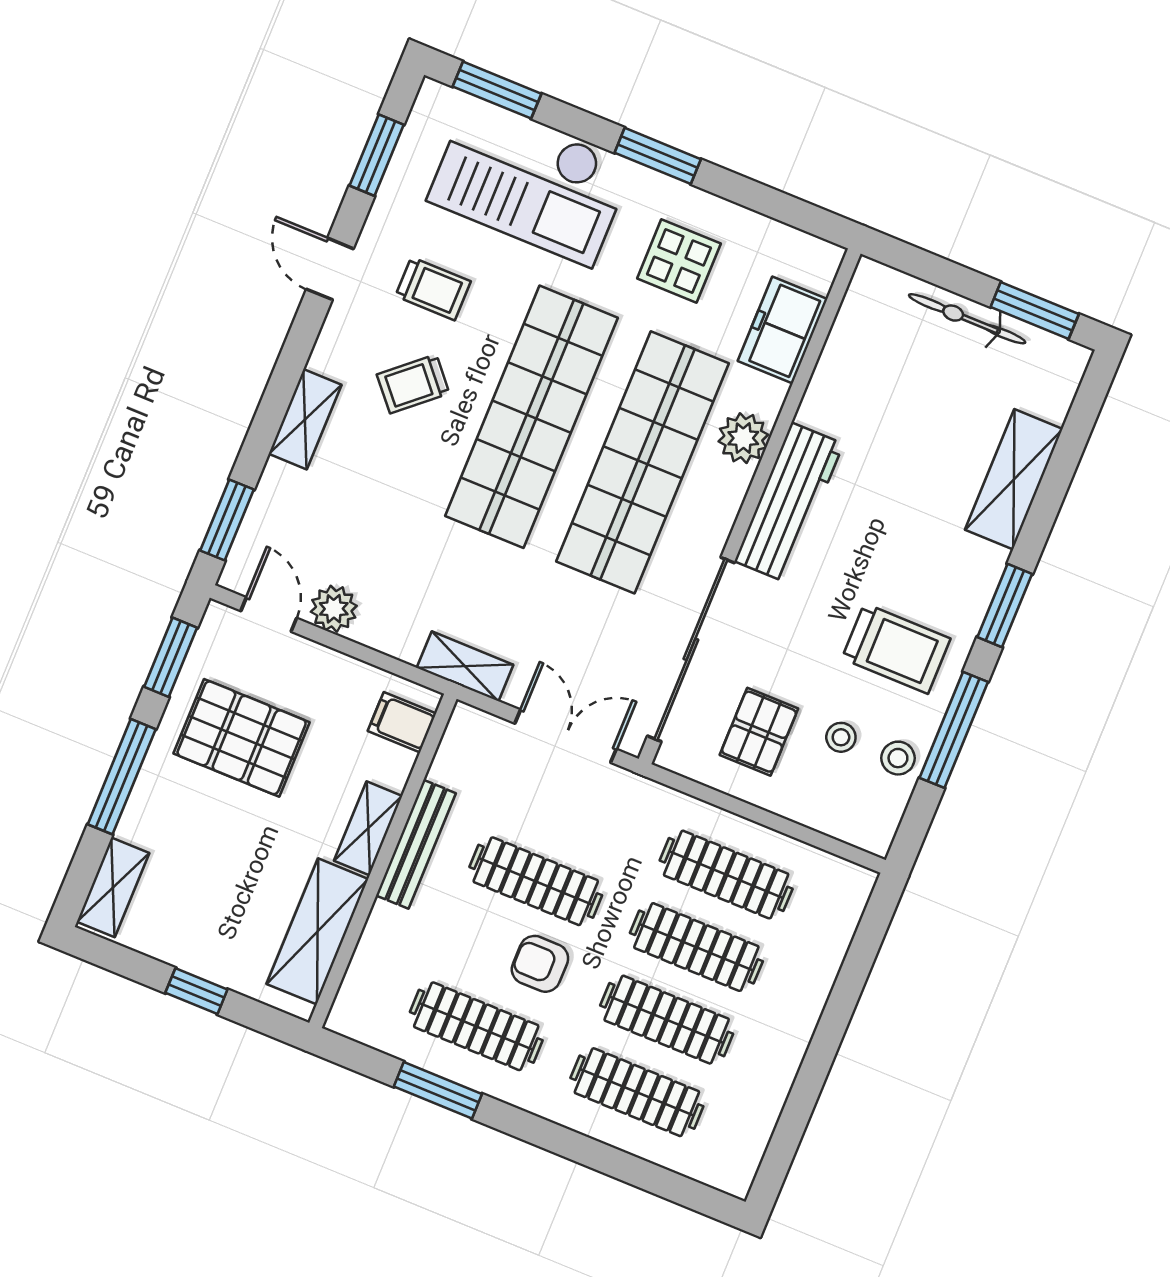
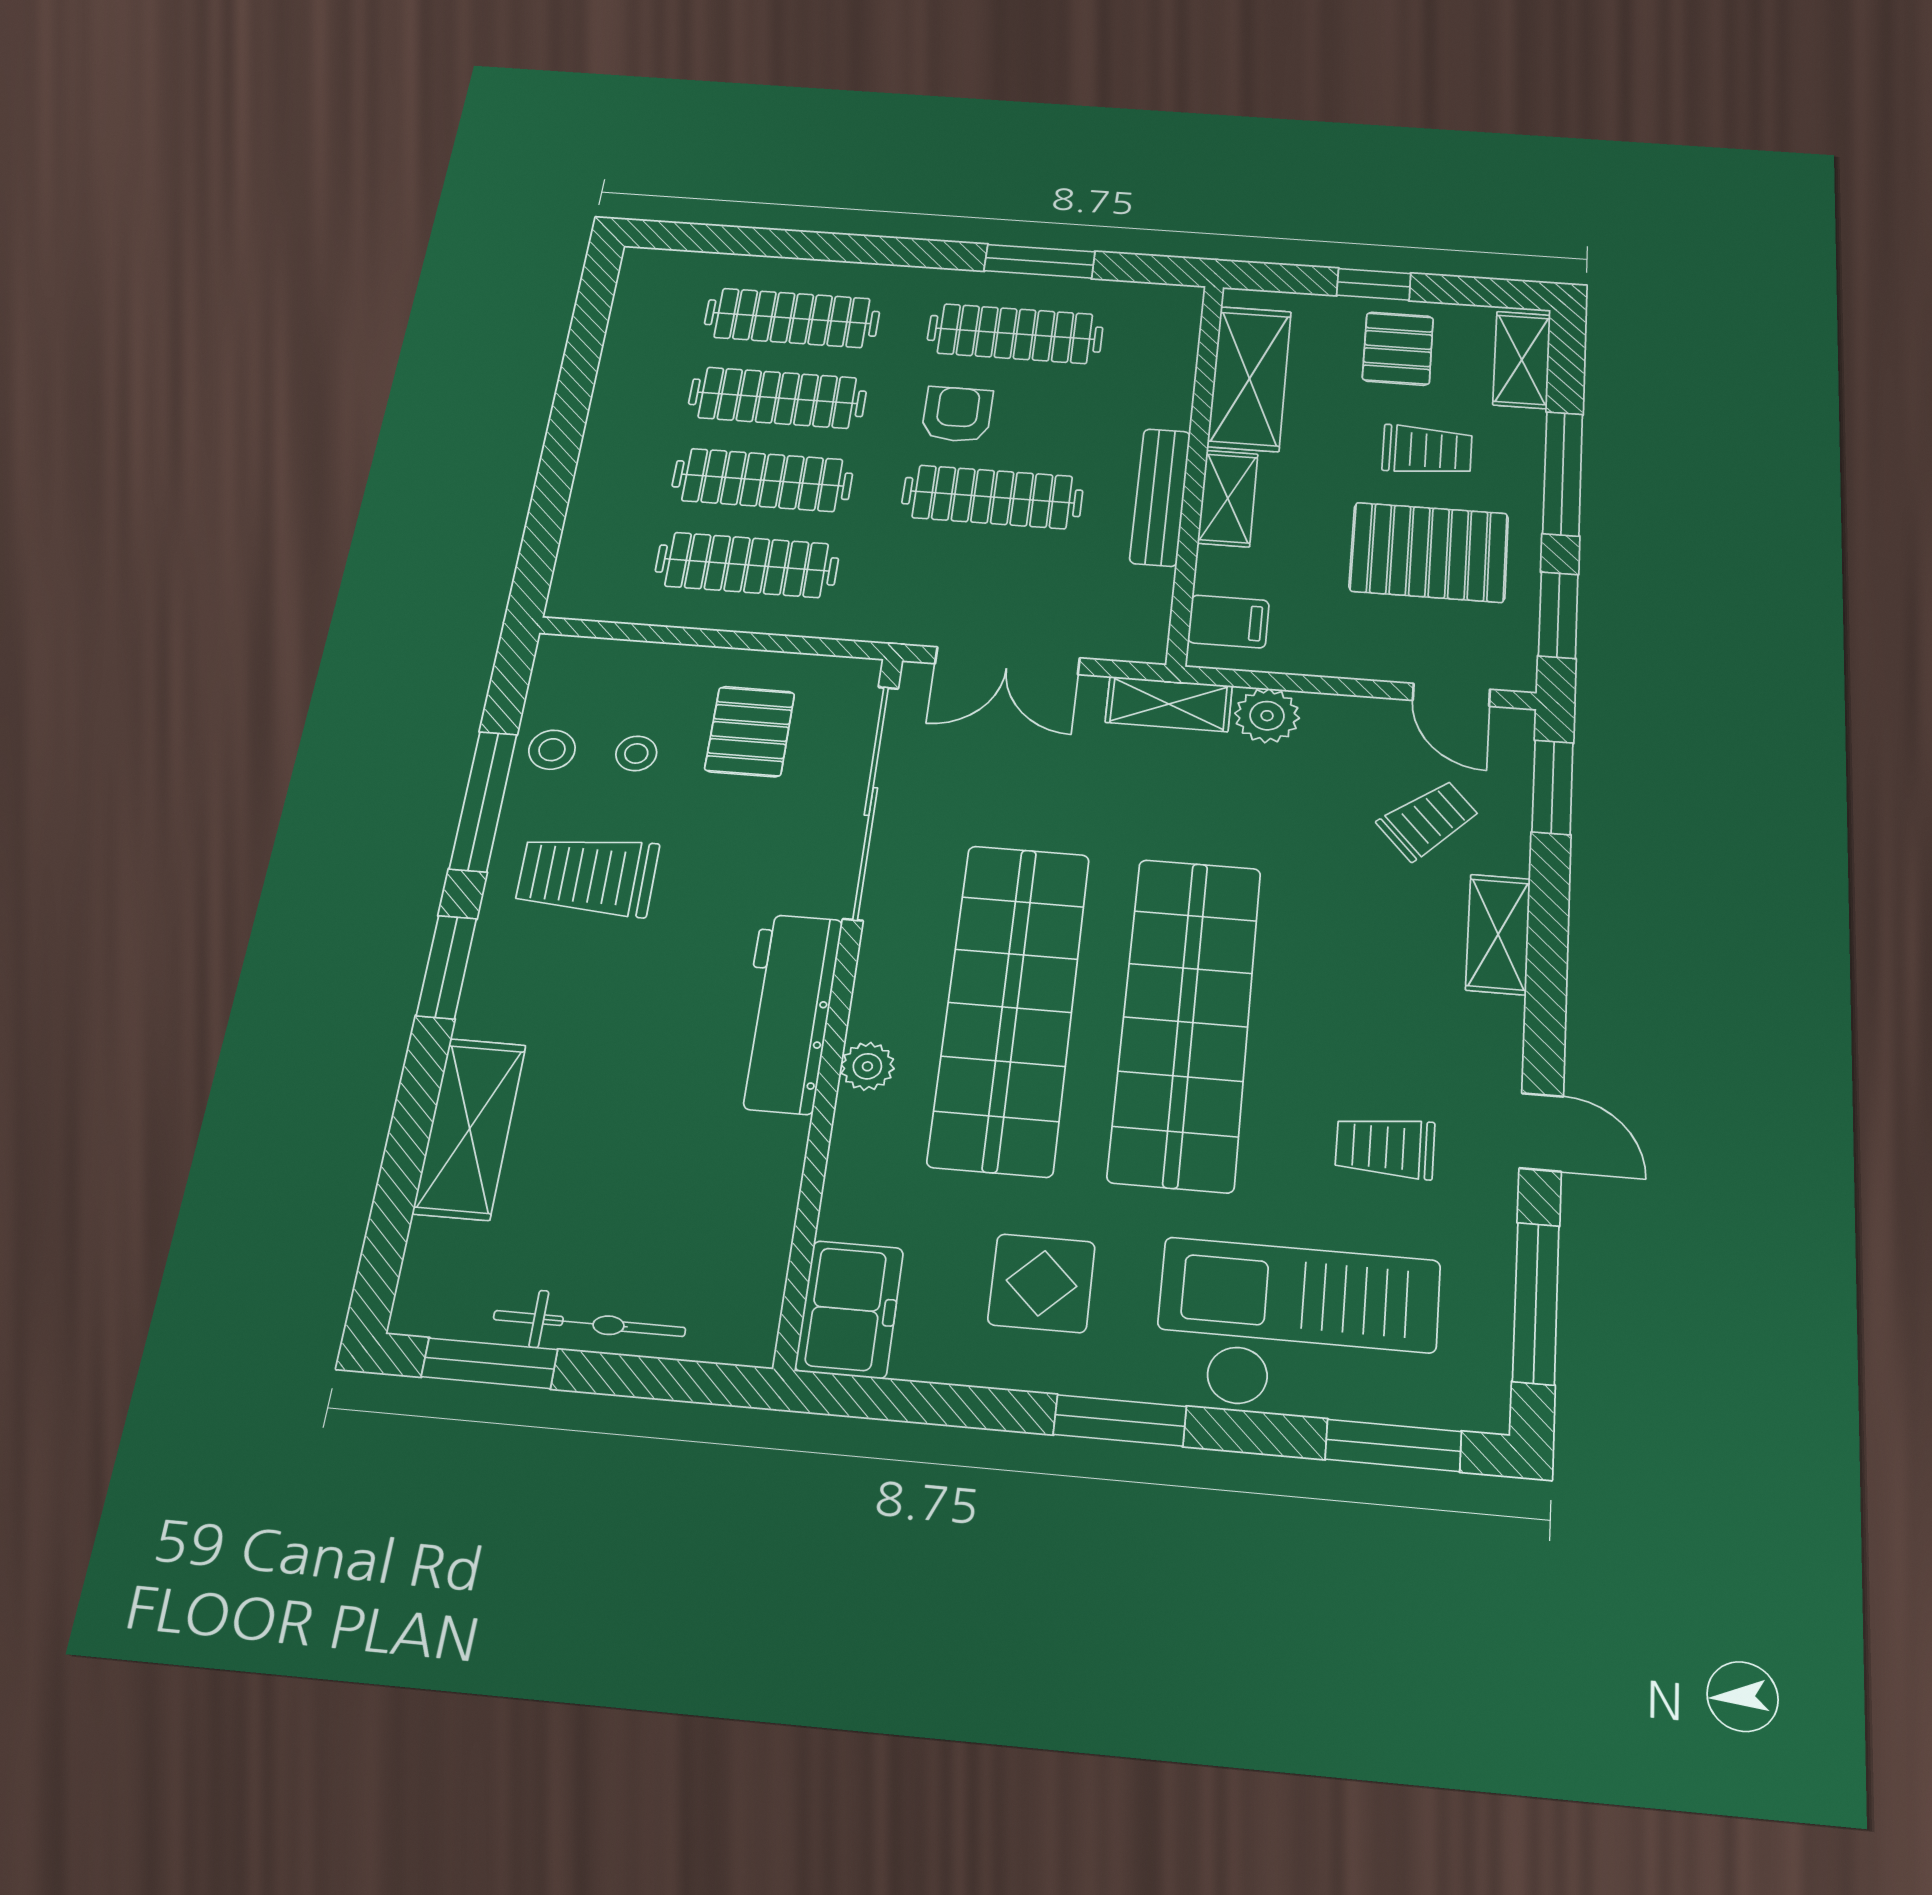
window: (377, 155) -> (1536, 1303), width x1.44
freezer: (783, 330) -> (849, 1309), moved
trolley: (413, 384) -> (1428, 820), moved
plant: (743, 438) -> (867, 1066), width x0.73, depth x0.73
plant: (334, 609) -> (1267, 716), moved
trolley: (211, 827) -> (1427, 450), added
pallet: (200, 926) -> (1398, 349), added
armchair: (540, 964) -> (957, 414), turned -90

